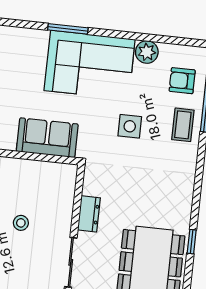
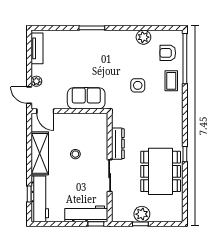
corner sofa: (90, 65) -> (108, 49), removed
dresser: (89, 214) -> (118, 144), width x1.44

